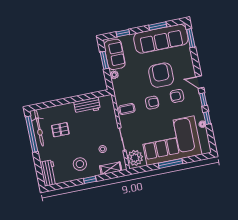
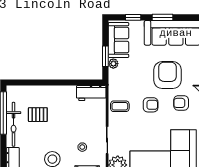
window: (158, 26) -> (163, 17), moved
window: (104, 60) -> (105, 56), moved
workbench: (87, 106) -> (91, 93), moved
bicycle: (39, 128) -> (14, 124), moved

